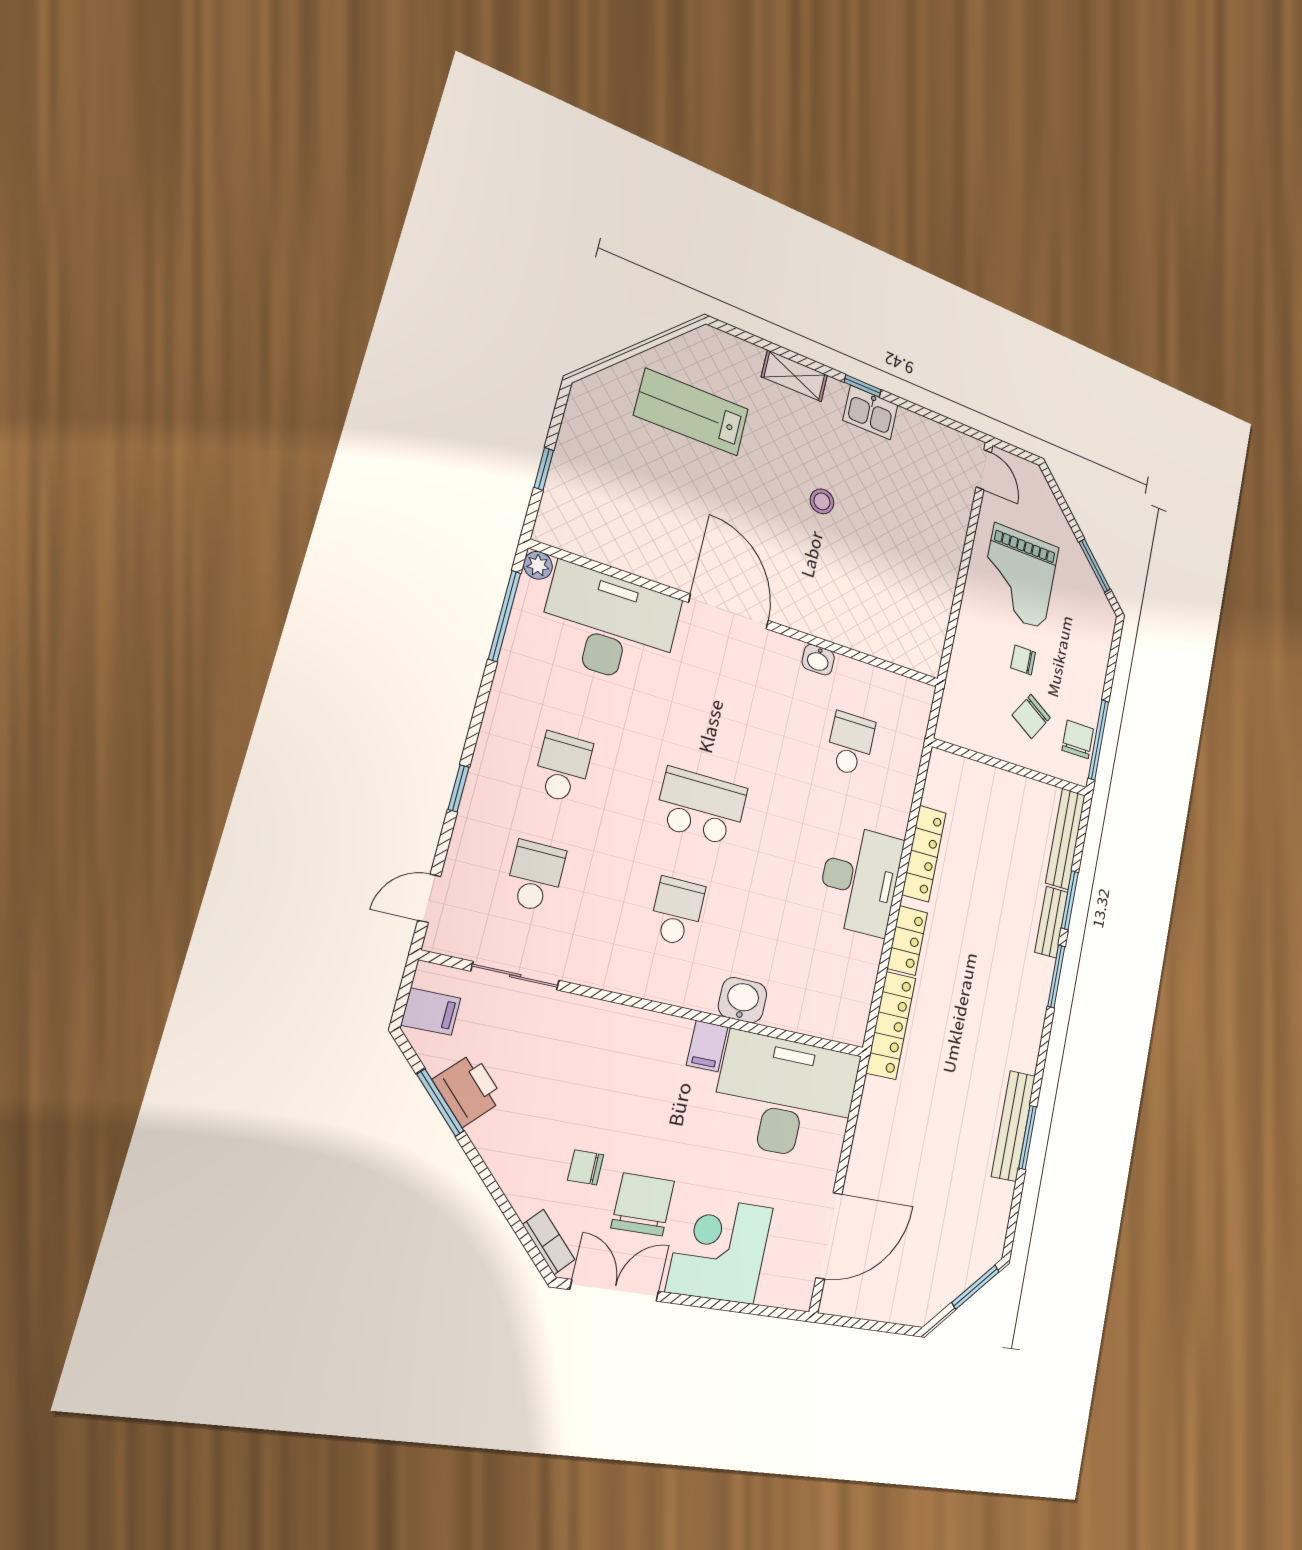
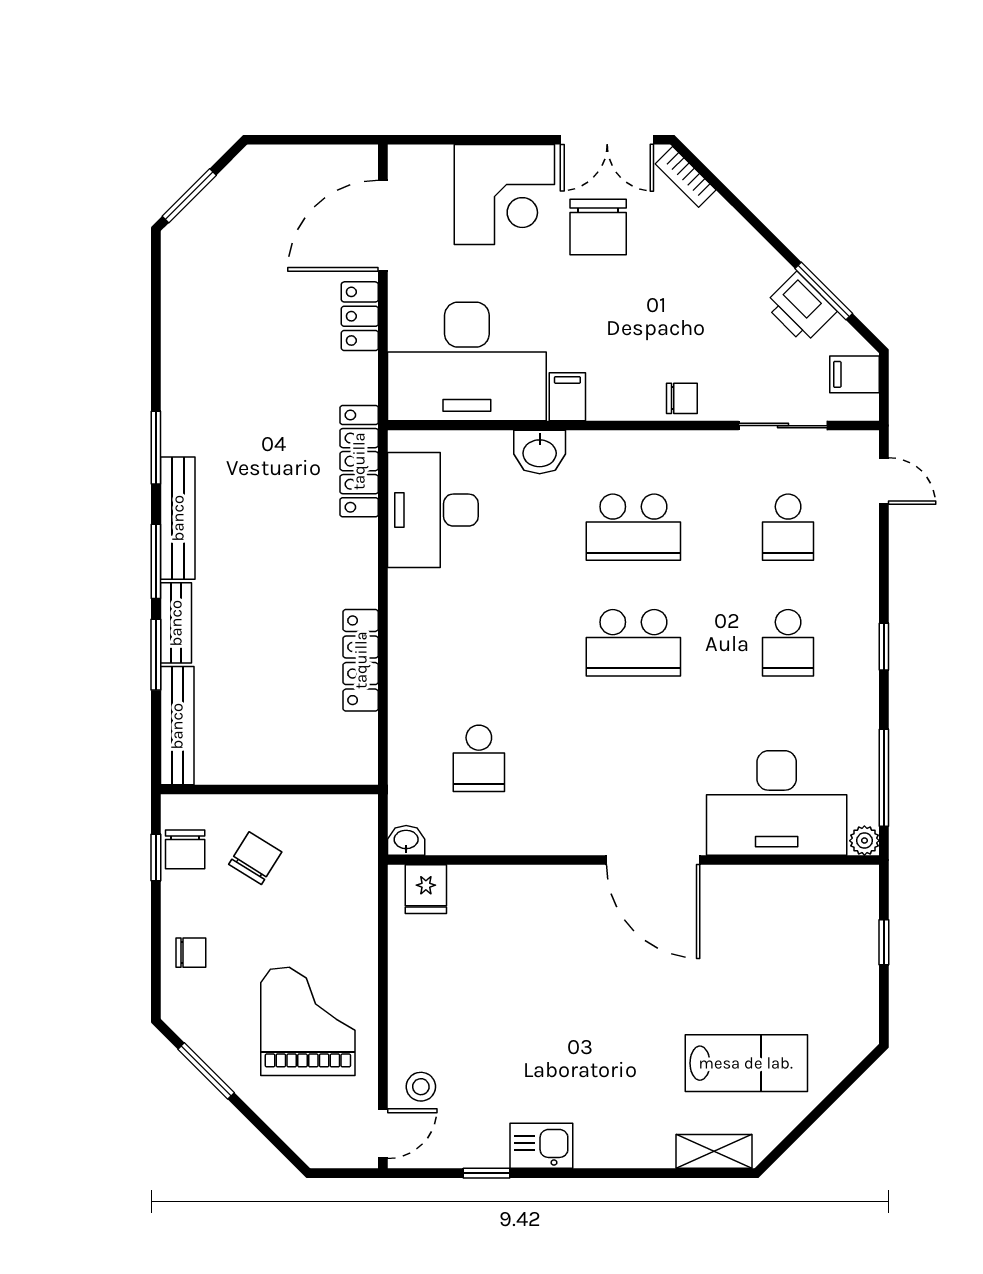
shelving: (794, 376) -> (714, 1151), moved
window: (863, 386) -> (487, 1173), moved
door: (984, 470) -> (383, 1134), swing flipped
stool: (822, 501) -> (421, 1087), moved
fridge: (914, 649) -> (426, 889), added
washbasin: (818, 660) -> (406, 840), moved
chair: (1023, 660) -> (191, 953), moved
window: (1098, 740) -> (156, 857), width x0.46
window: (459, 788) -> (884, 647), moved
desk: (860, 880) -> (433, 510), moved
door: (429, 898) -> (884, 481), hinge flipped
school desk: (677, 911) -> (633, 527), width x1.85
locker: (907, 941) -> (360, 316), moved
bench: (1013, 1126) -> (178, 518), moved
window: (1028, 1137) -> (156, 448), moved
chair: (586, 1167) -> (682, 398), moved

